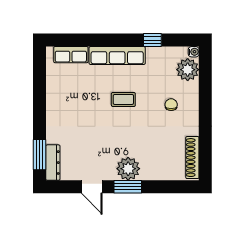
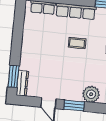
plant: (128, 169) -> (91, 94), moved

